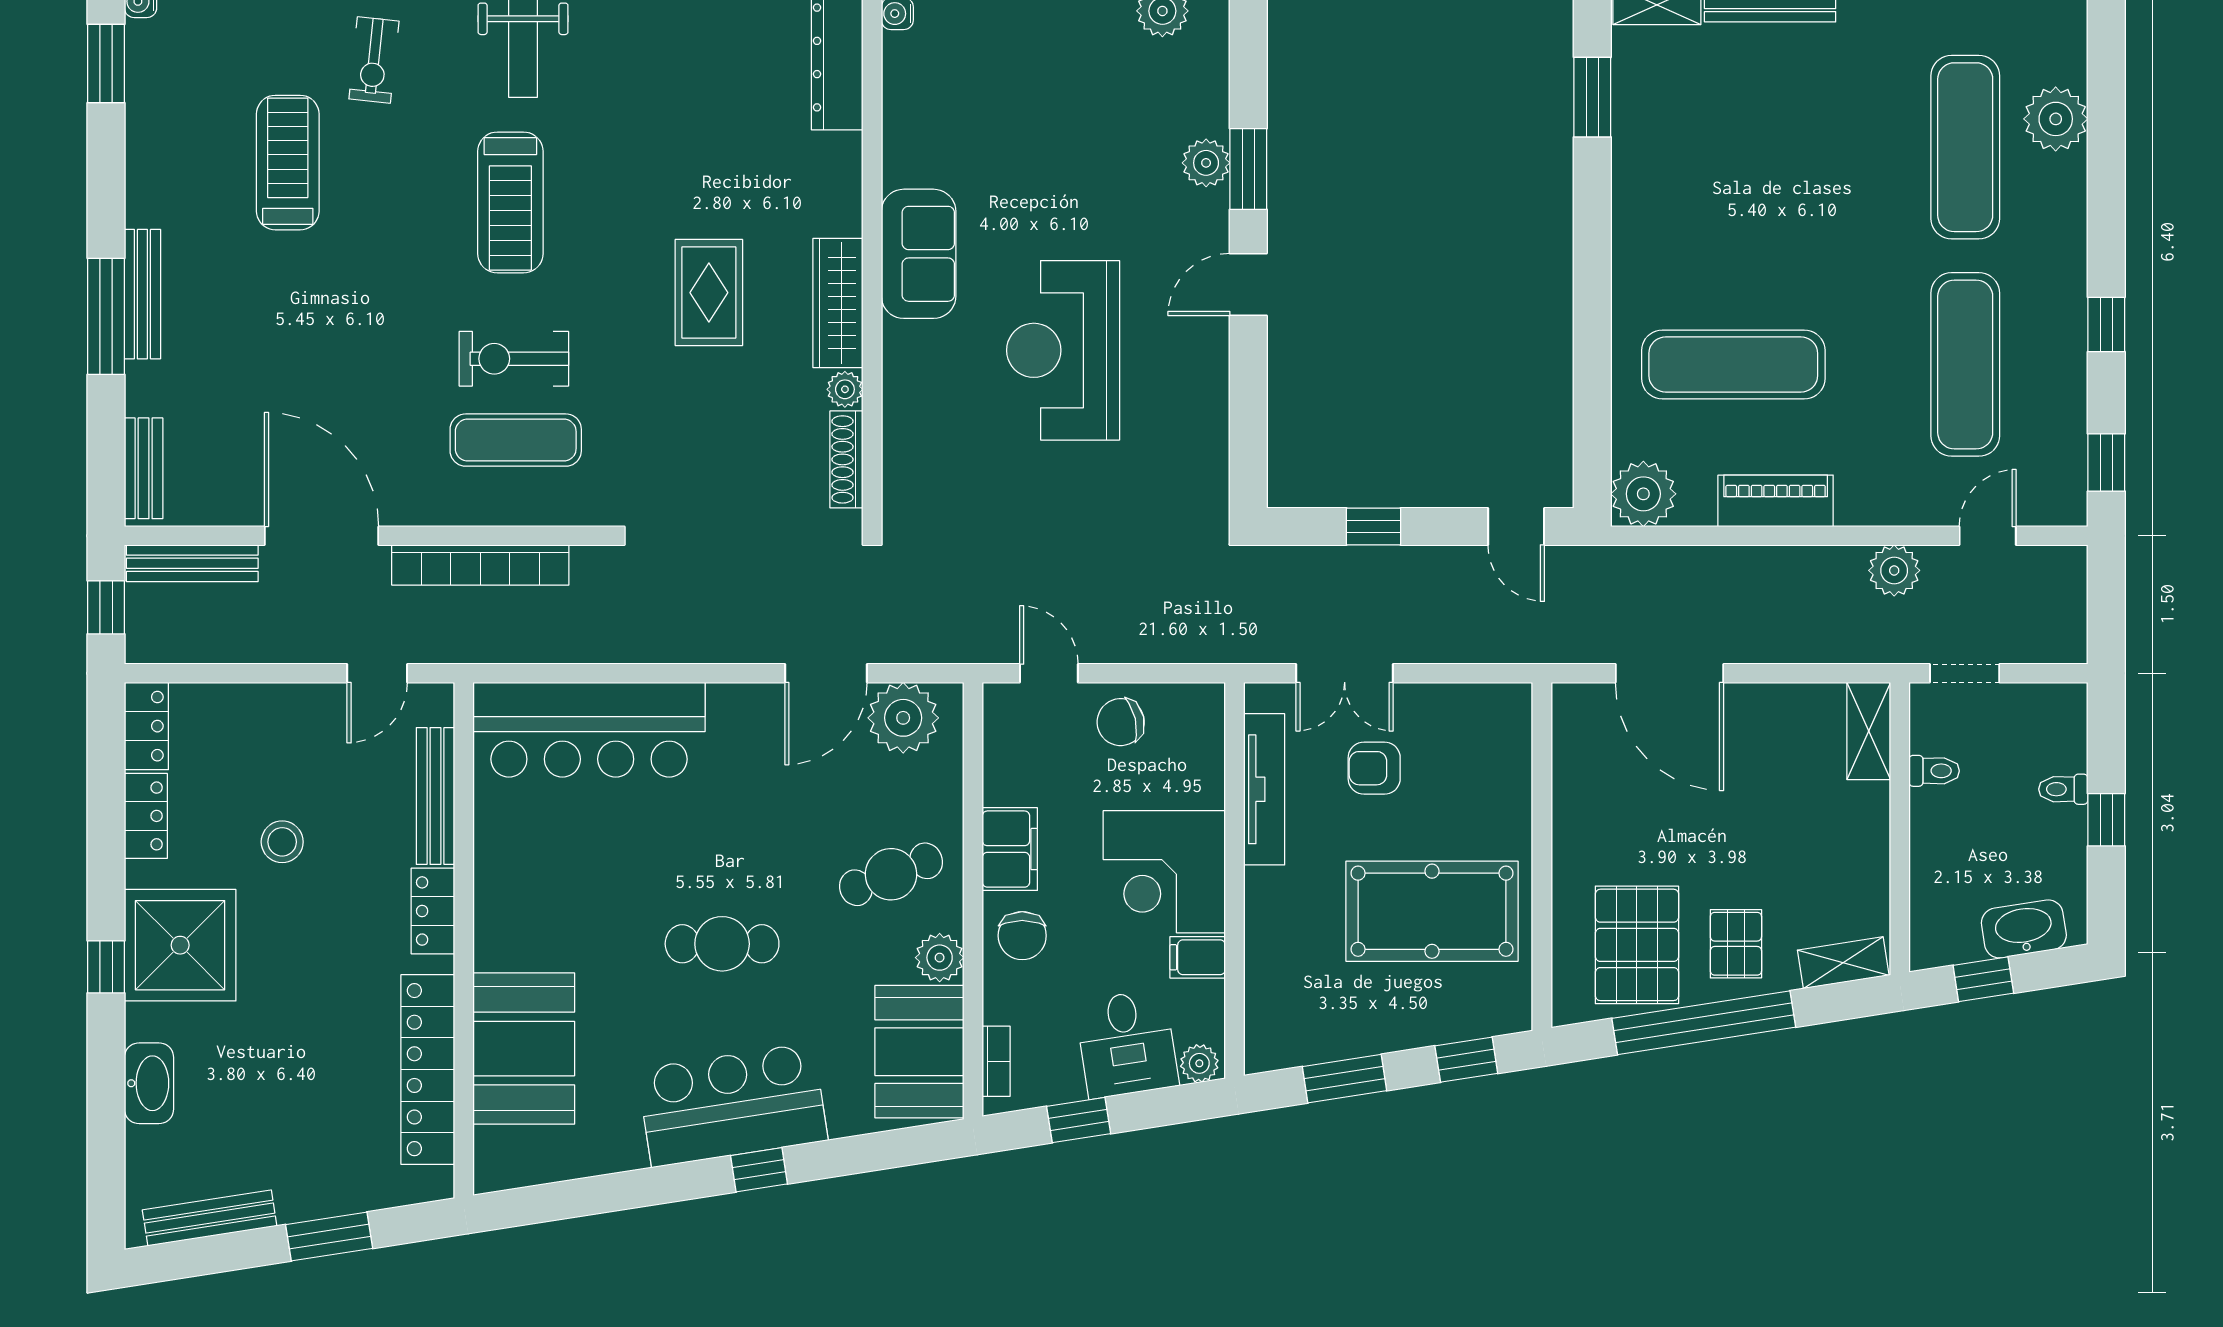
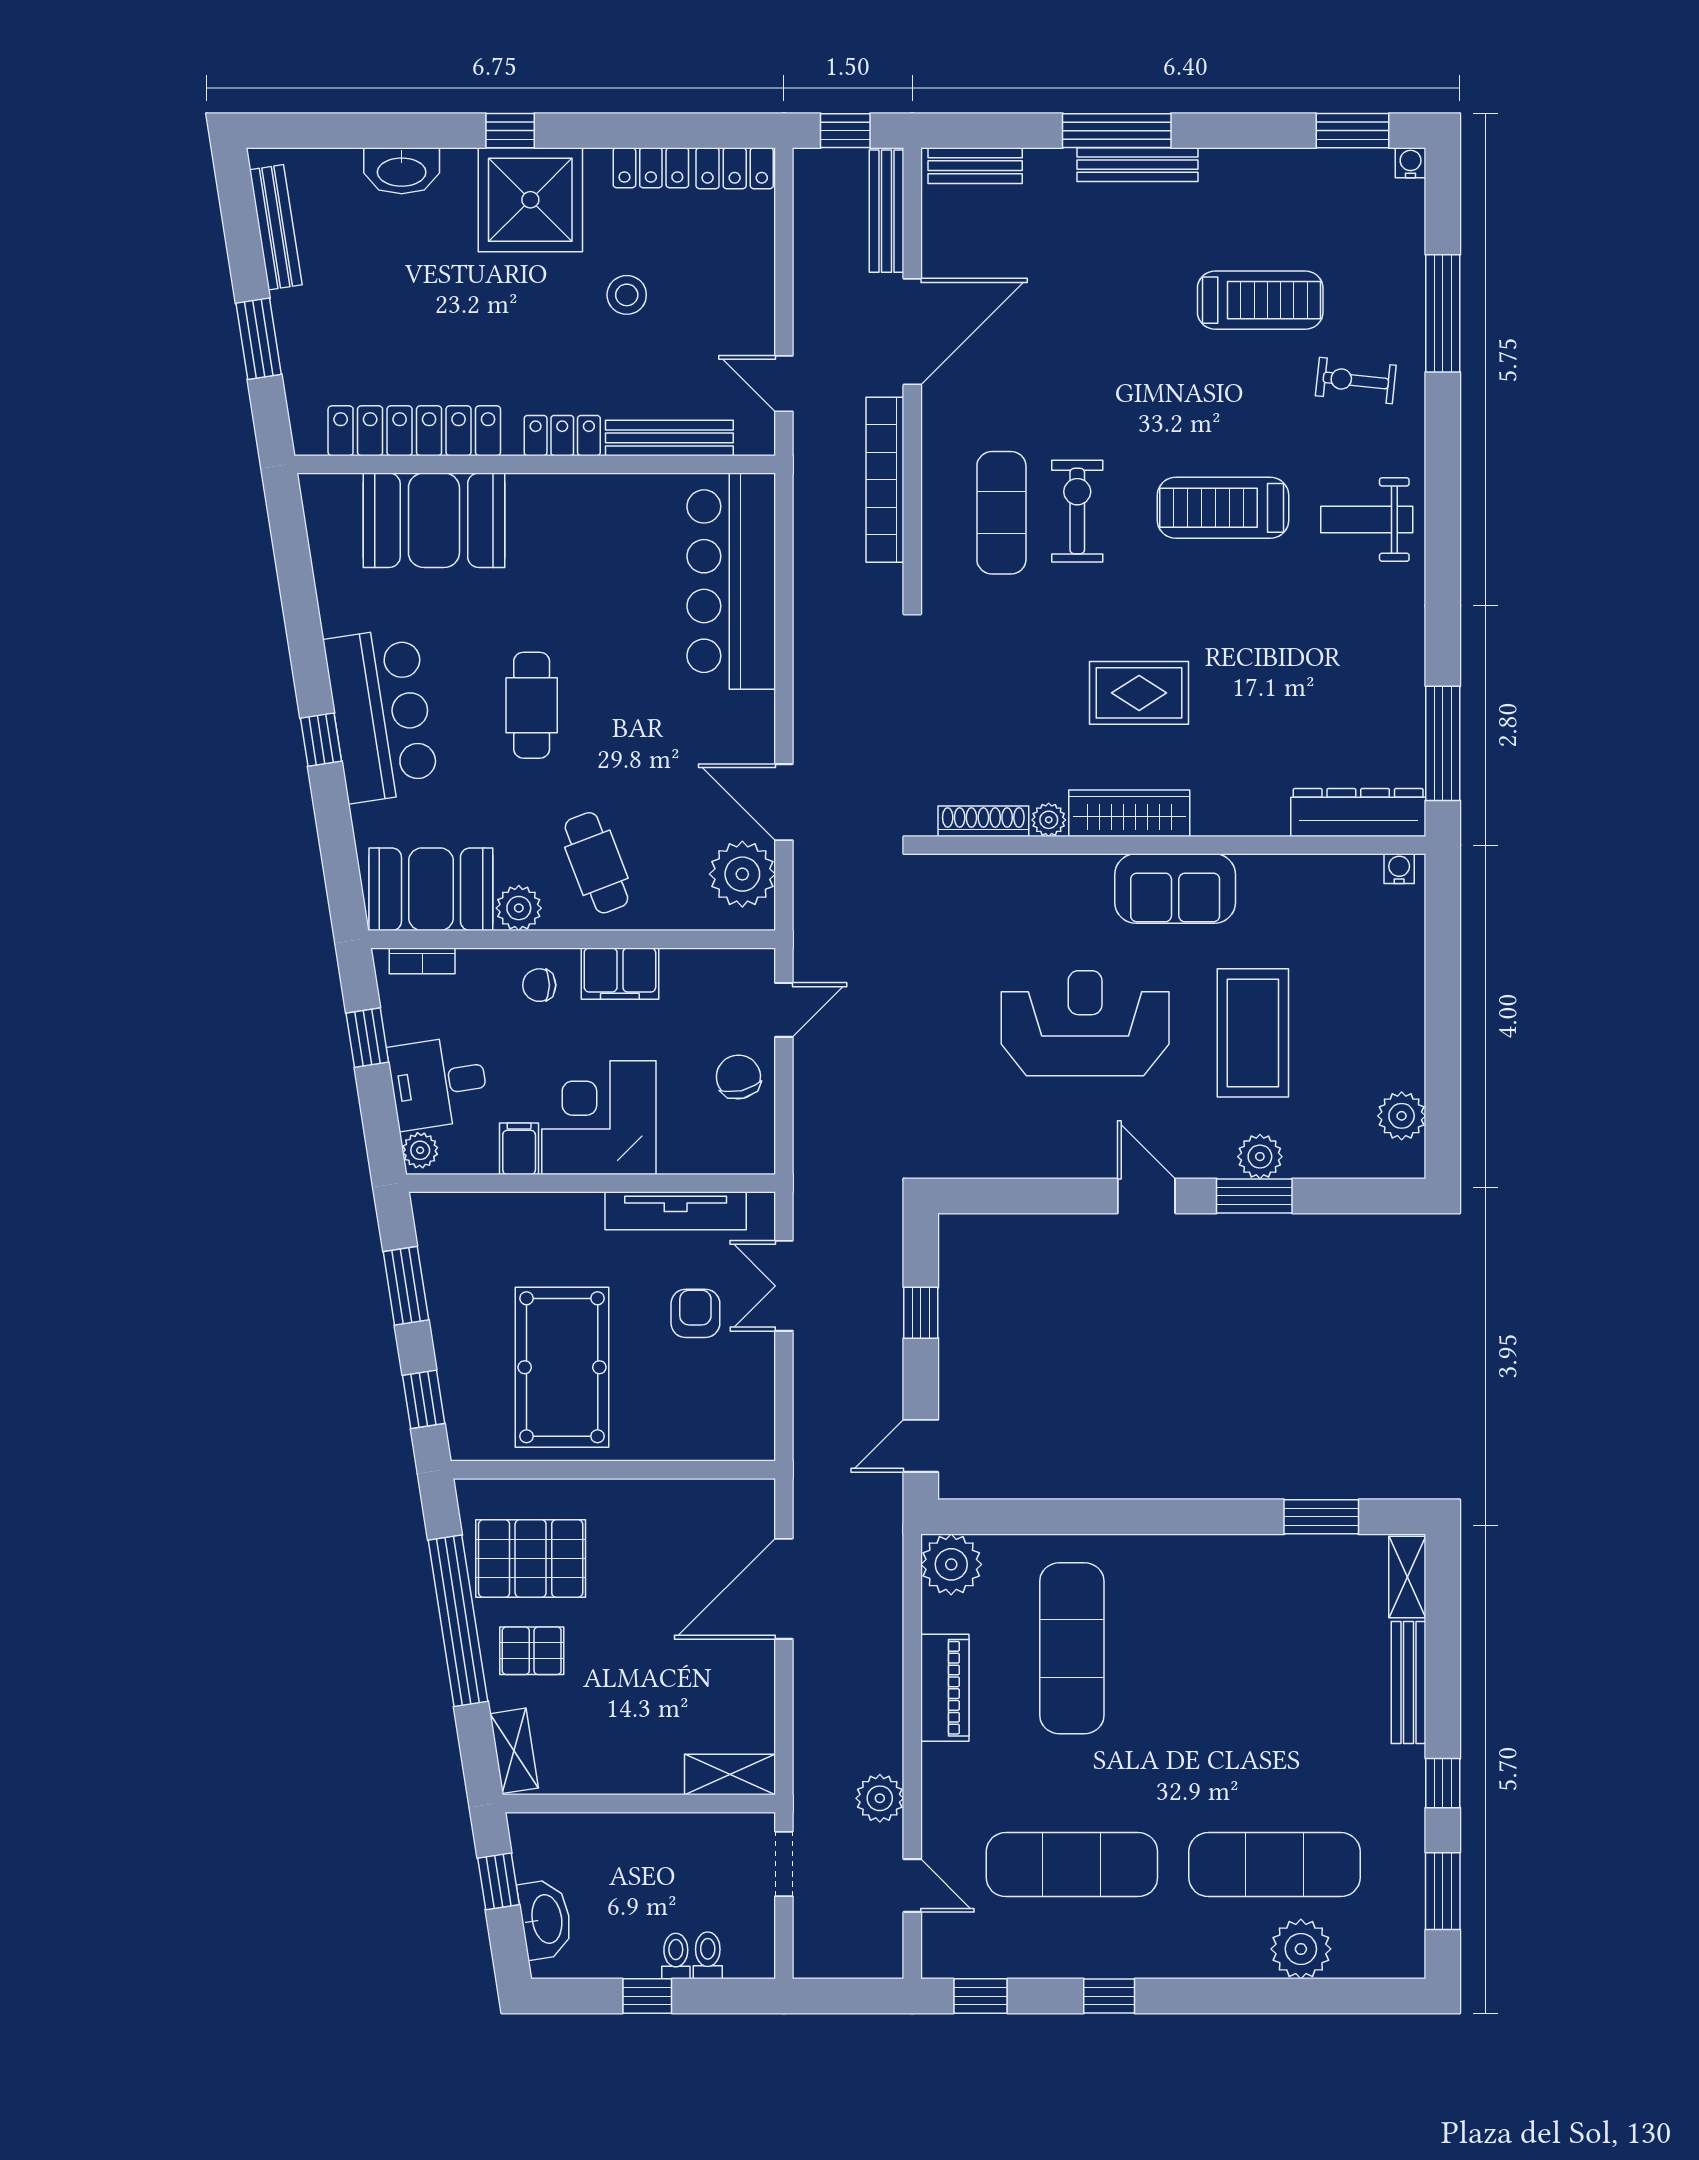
coffee table: (1074, 170) -> (1253, 1033), added
toilet: (1934, 771) -> (708, 1955), moved, turned 180
chair: (1022, 936) -> (539, 985), width x0.73, depth x0.73

